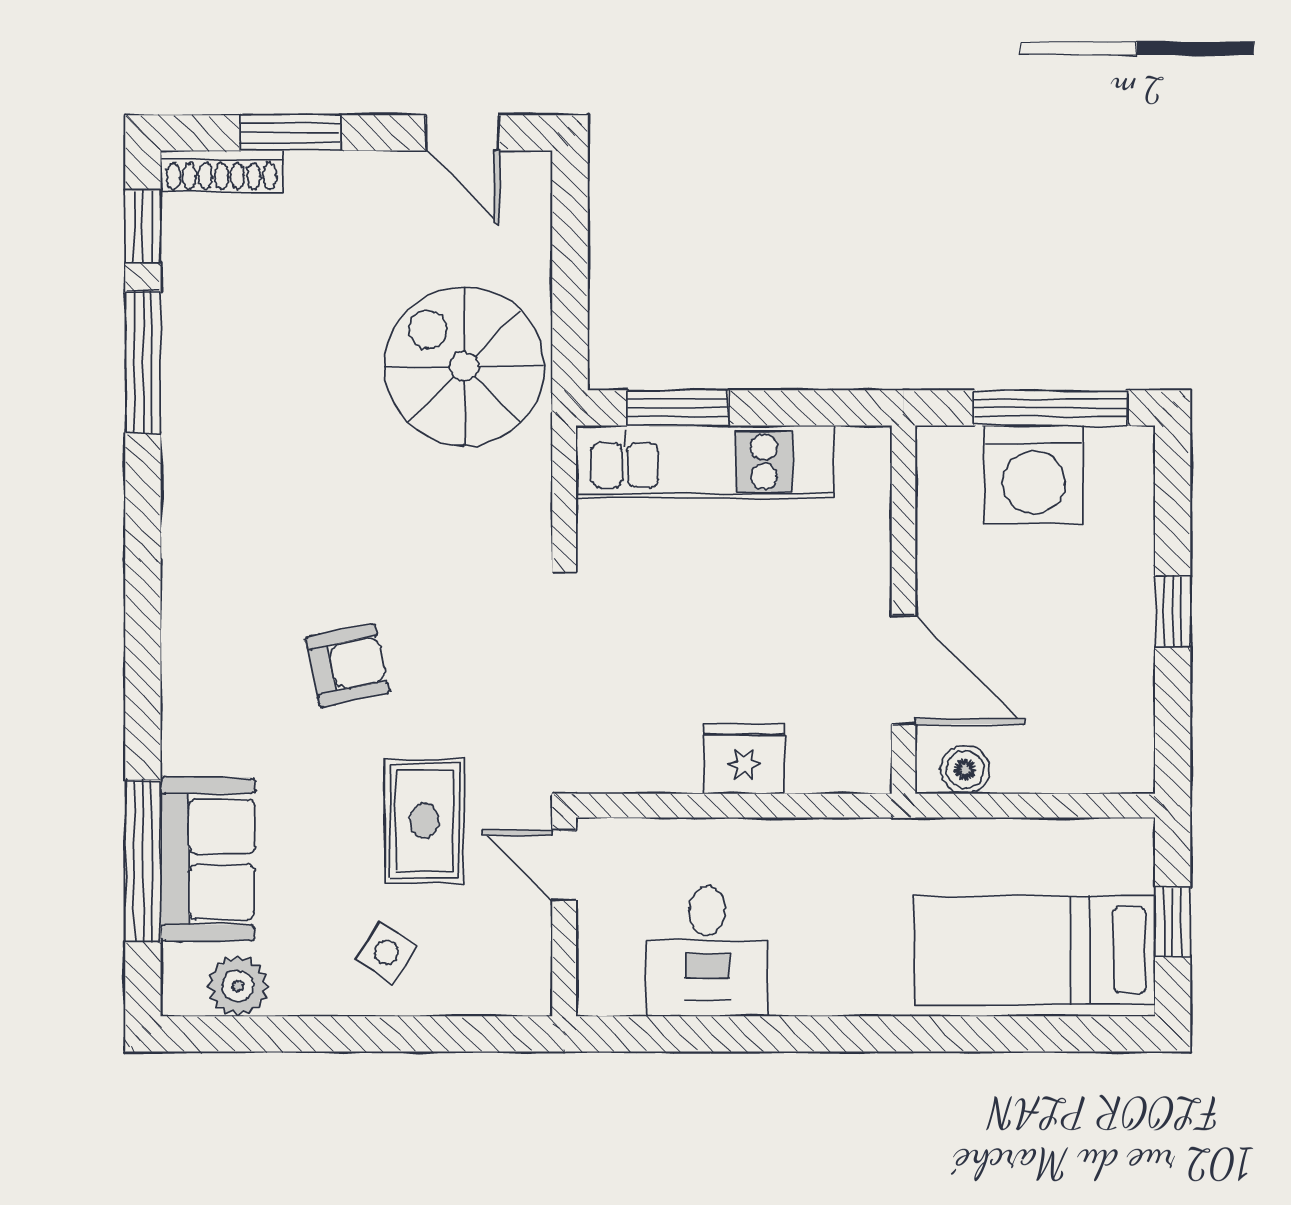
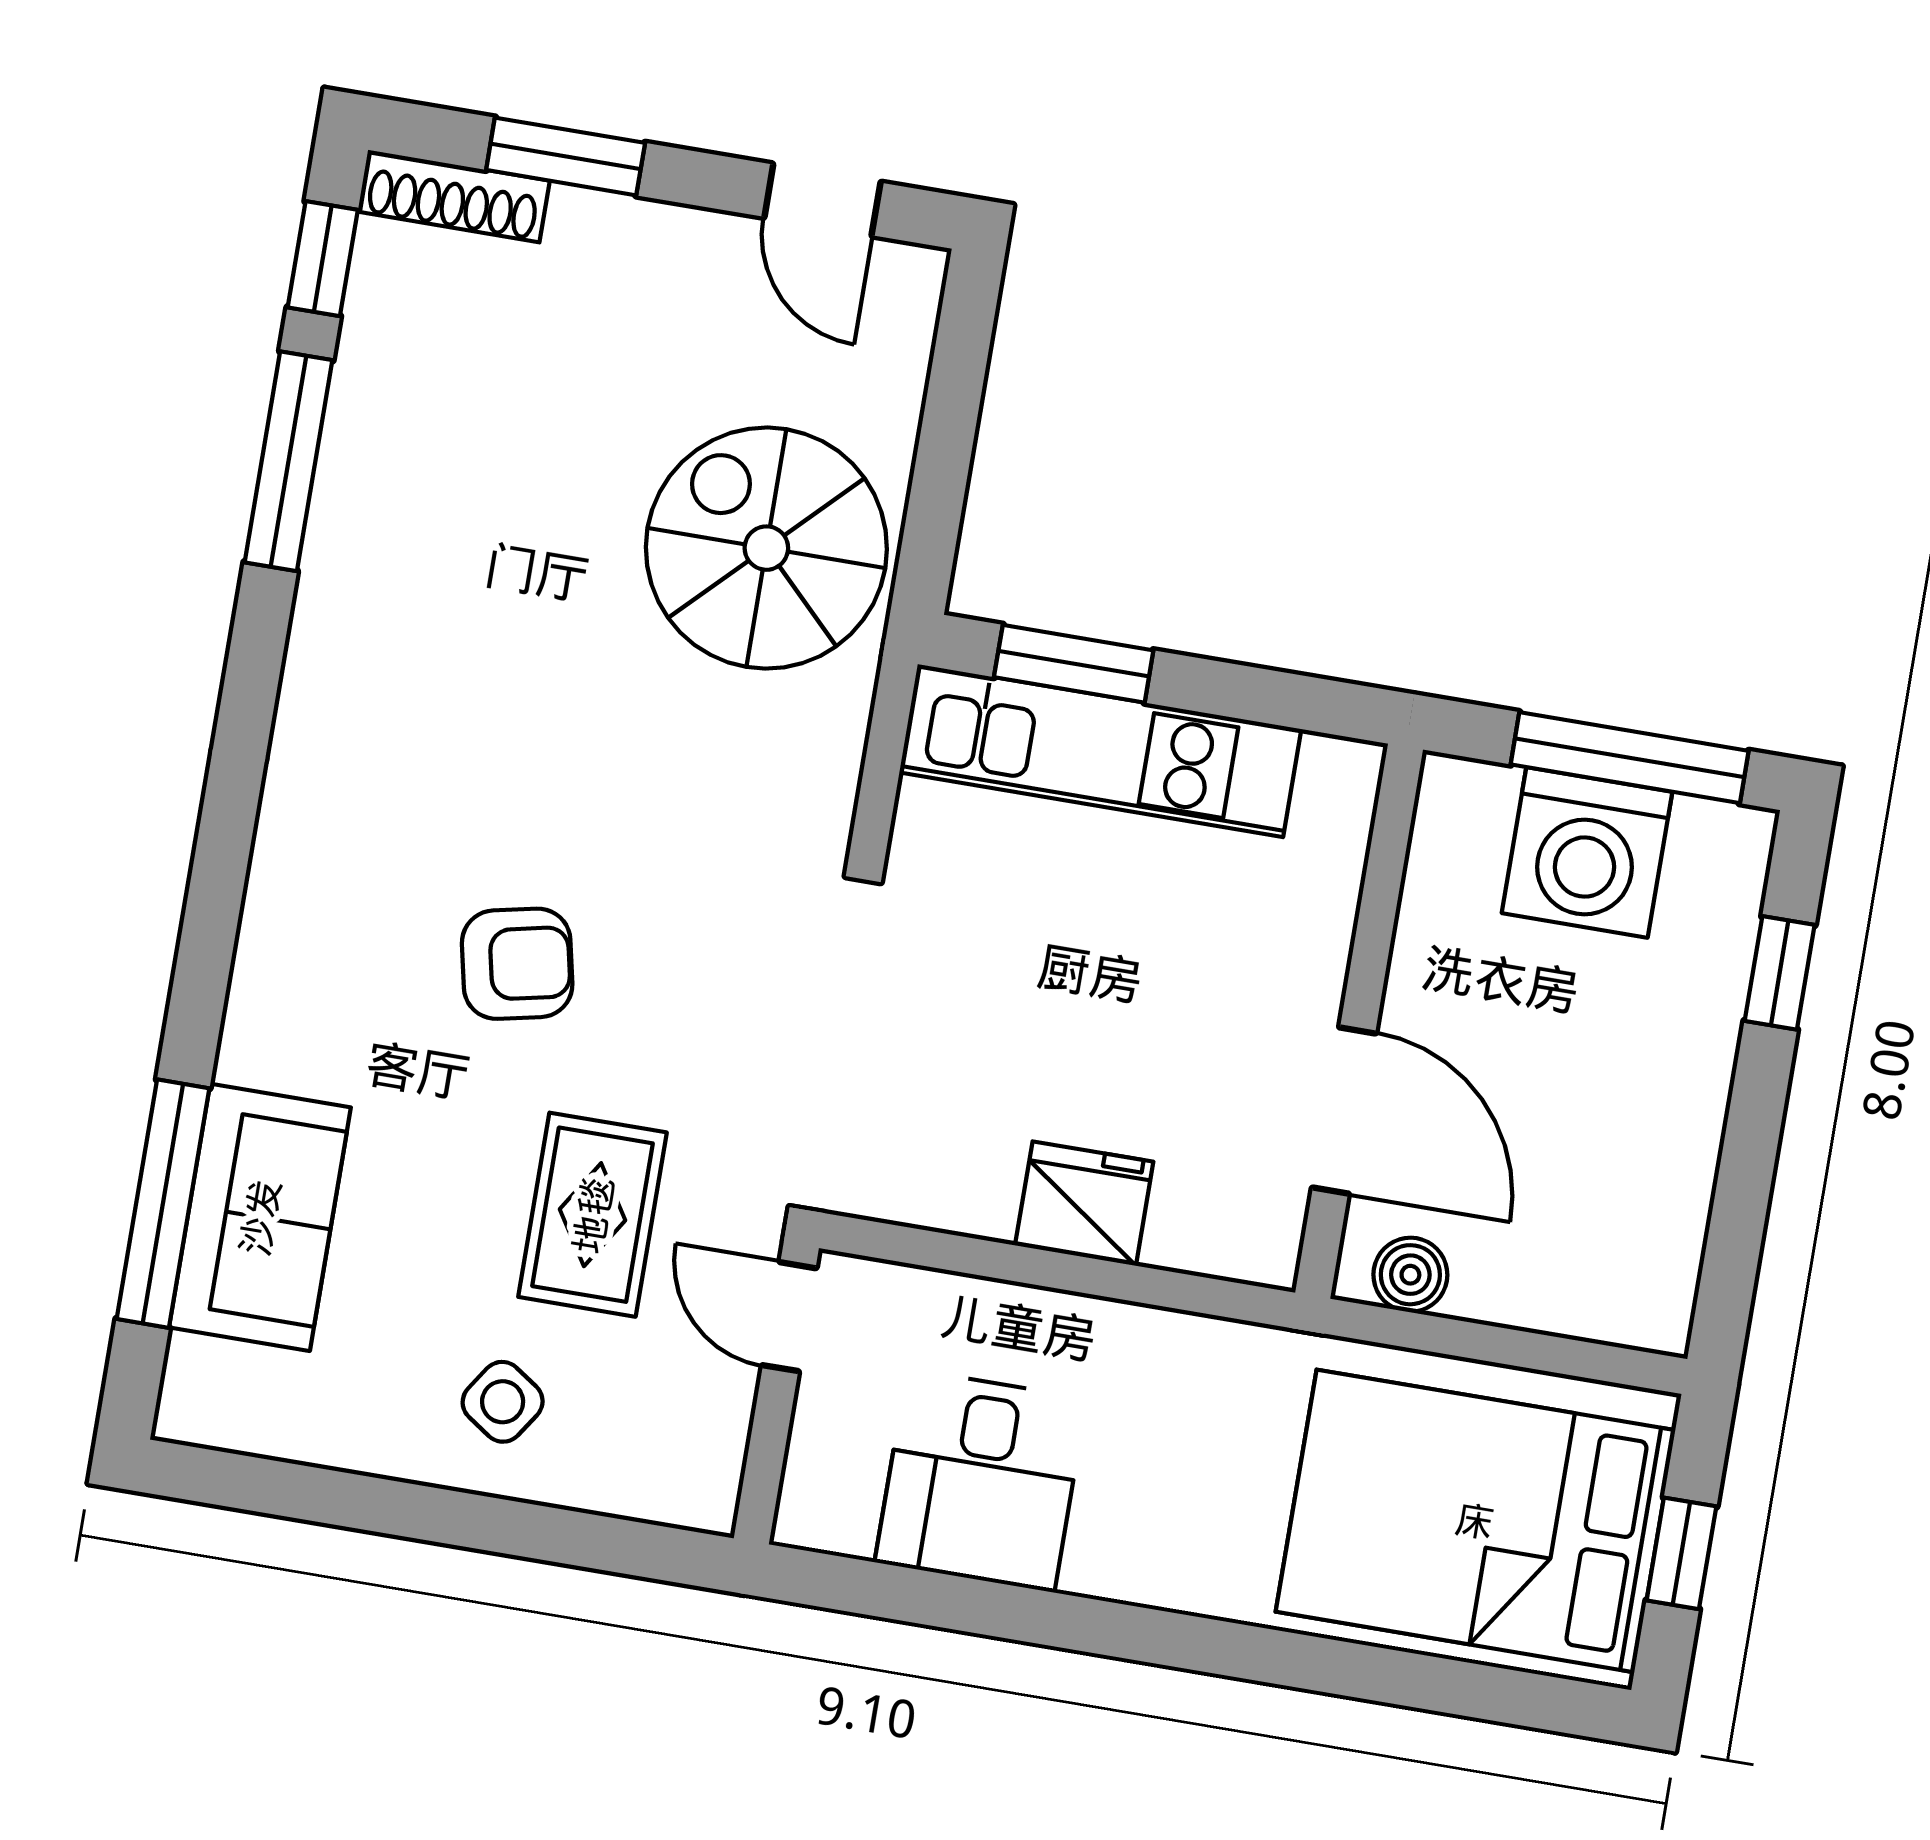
window: (1173, 611) -> (1780, 973), moved
bed: (1035, 950) -> (1475, 1521), width x1.50
plant: (238, 986) -> (273, 1414), removed

